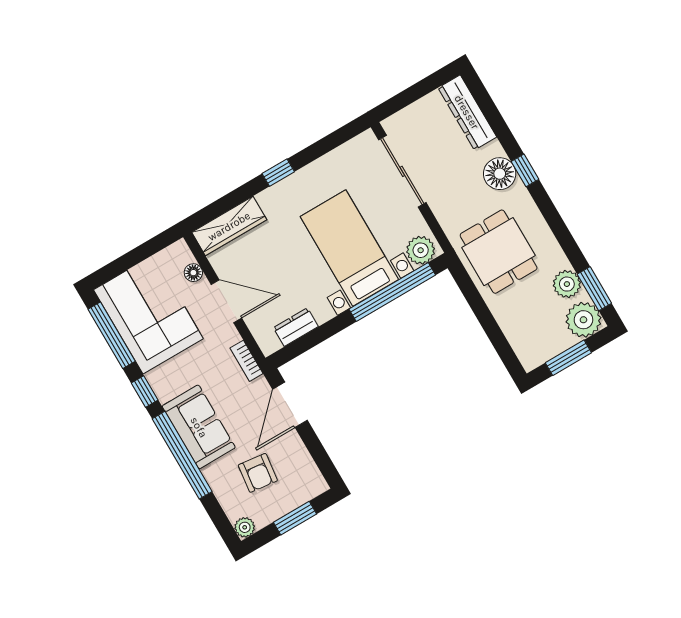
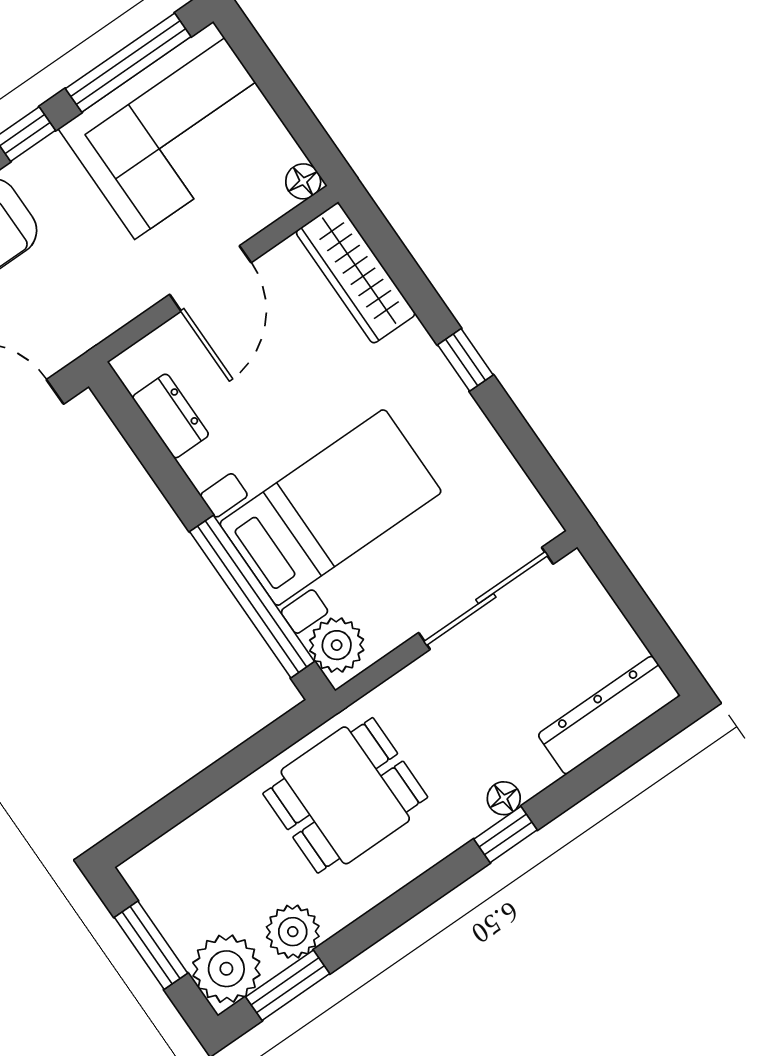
floor lamp: (500, 174) -> (504, 798), width x0.53, depth x0.53
floor lamp: (193, 273) -> (303, 181), moved
bookcase: (247, 361) -> (98, 326), removed

